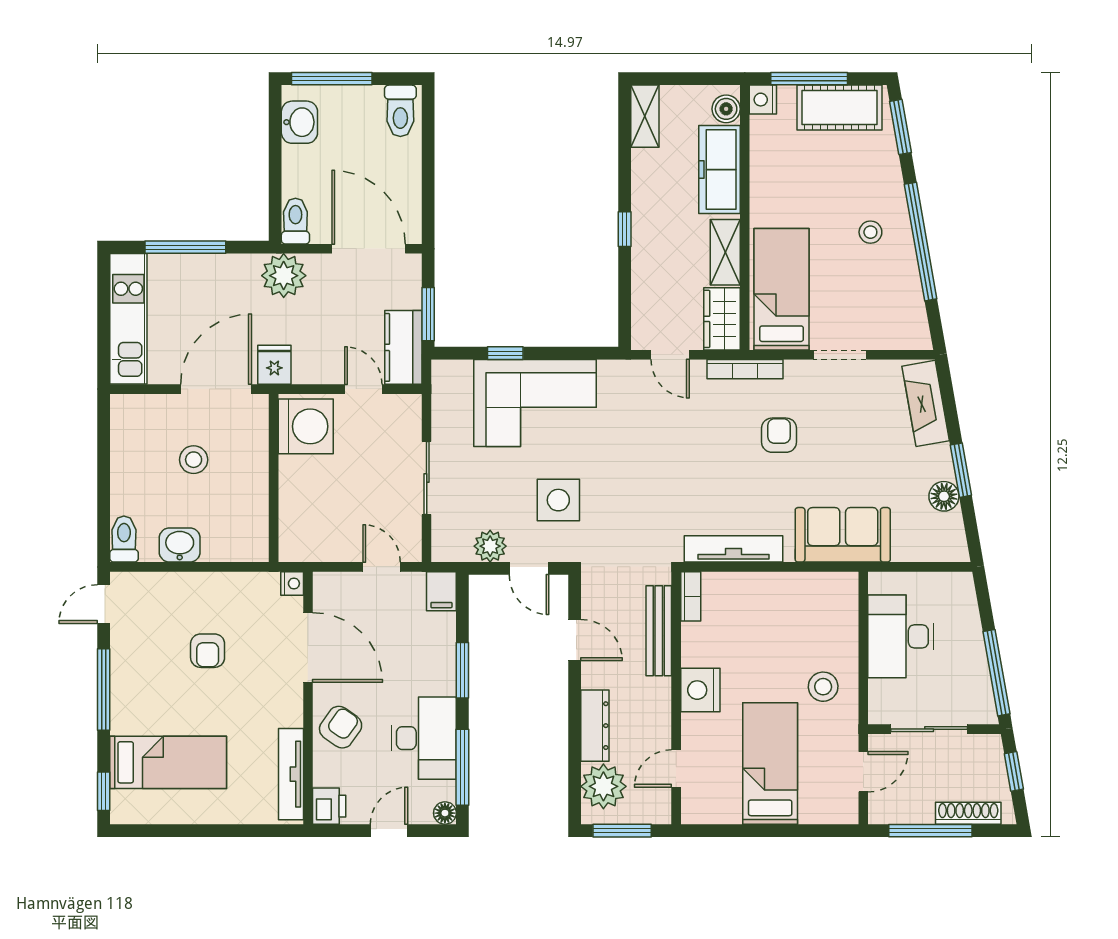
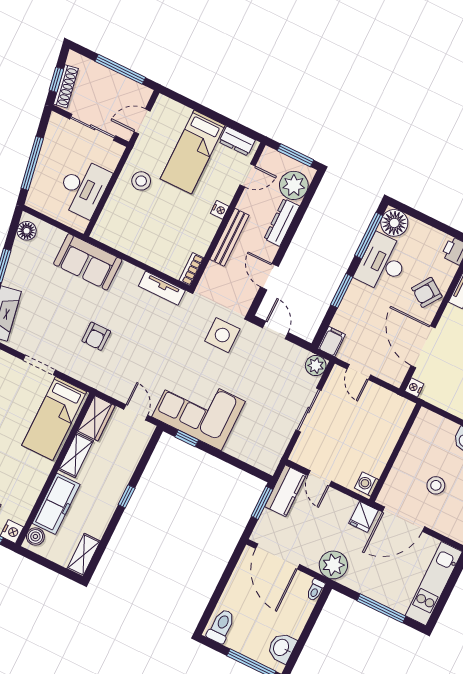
toilet: (295, 221) -> (315, 590), width x0.73, depth x0.72
window: (505, 353) -> (187, 438), moved
bookcase: (745, 369) -> (97, 383), removed
corner sofa: (535, 403) -> (199, 409), moved
washing machine: (306, 426) -> (367, 484), width x0.53, depth x0.53
floor lamp: (944, 496) -> (27, 231), moved
side table: (558, 500) -> (222, 335), moved
plant: (490, 546) -> (316, 366), moved
tv unit: (734, 549) -> (162, 288), width x0.71
bench: (659, 631) -> (229, 237), moved
window: (996, 673) -> (32, 163), moved
nightstand: (700, 690) -> (220, 210), width x0.53, depth x0.56
dresser: (715, 810) -> (237, 141), added
floor lamp: (445, 813) -> (394, 223), width x1.89, depth x1.89
shoe rack: (968, 813) -> (66, 86), moved, turned -100
door: (389, 831) -> (428, 220), removed

